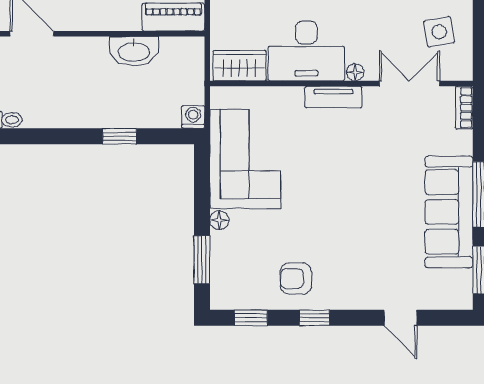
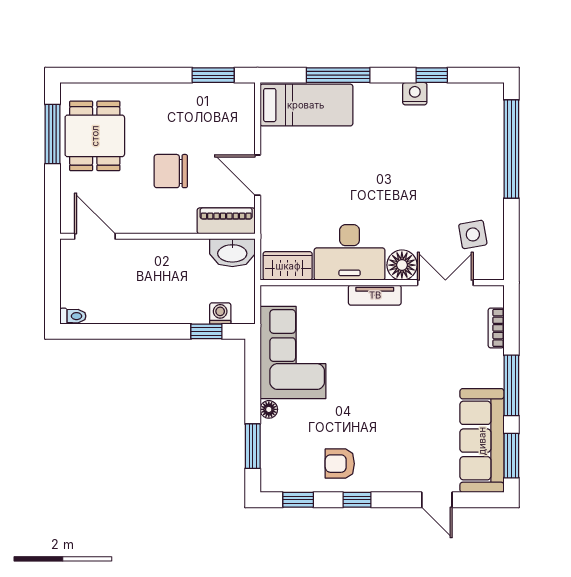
washbasin: (134, 51) -> (232, 253), moved
floor lamp: (355, 72) -> (402, 265), width x1.89, depth x1.89
bookcase: (464, 108) -> (496, 328), moved
washing machine: (193, 117) -> (220, 313), moved
window: (120, 136) -> (206, 331), moved
sofa: (449, 212) -> (482, 441), moved

